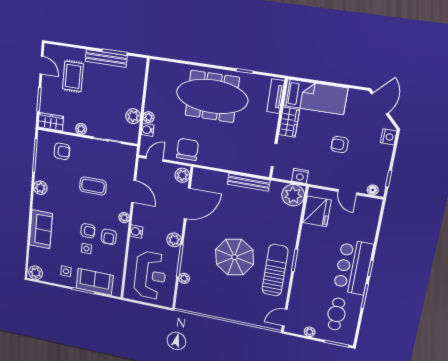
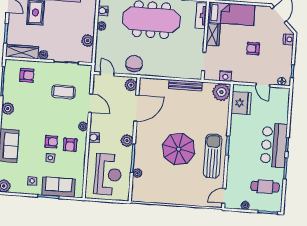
plant: (149, 117) -> (102, 26), moved
wardrobe: (51, 122) -> (22, 52), width x1.50
water cooler: (147, 130) -> (103, 11), moved
door: (155, 159) -> (107, 74), hinge flipped
coffee table: (93, 186) -> (63, 92), moved
cafe table: (336, 314) -> (265, 187), turned 90

